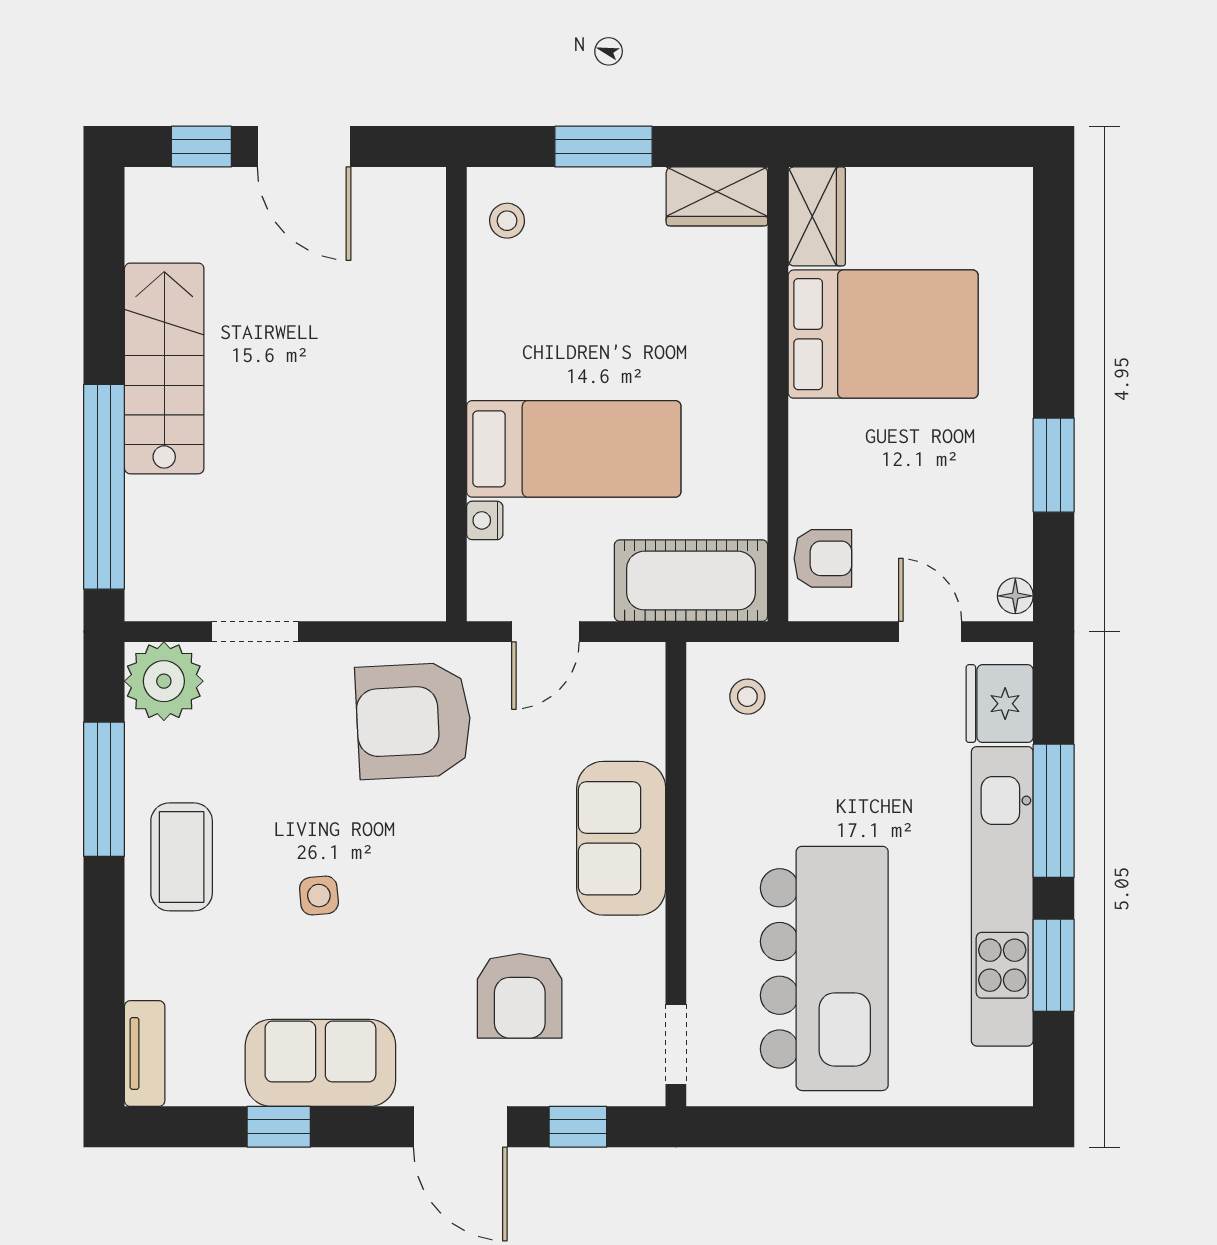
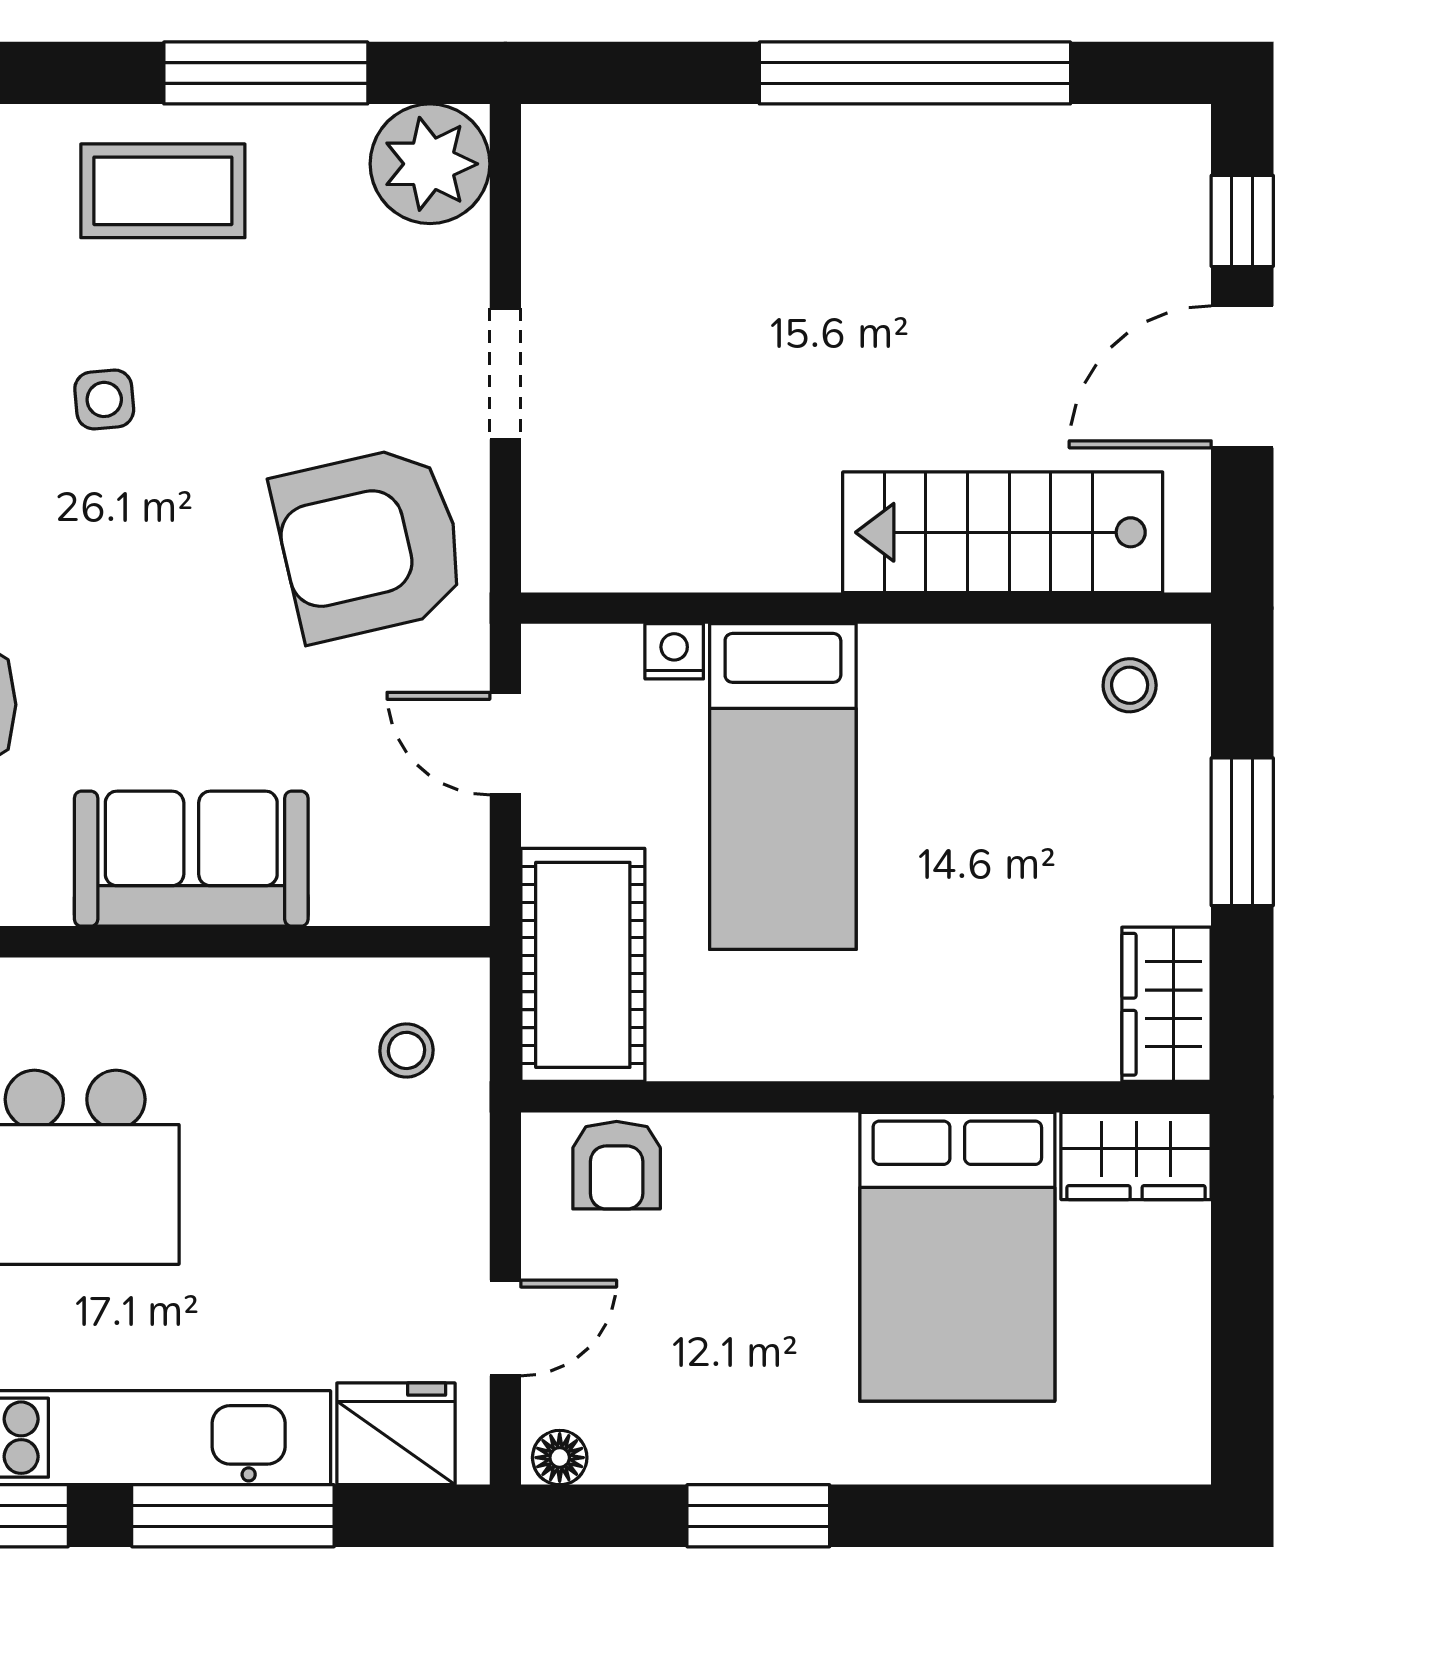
stairs: (164, 368) -> (1003, 532), moved, turned 180
window: (104, 487) -> (915, 73), moved
doorway: (255, 632) -> (505, 374), moved
armchair: (414, 721) -> (370, 543), turned -100

